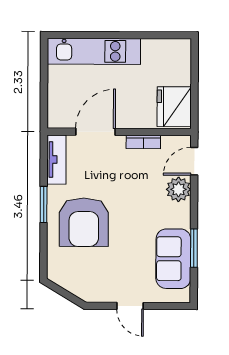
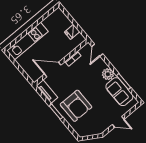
fridge: (174, 107) -> (72, 32), width x0.53, depth x0.75
door: (96, 132) -> (53, 70), hinge flipped
plant: (178, 189) -> (108, 74), moved

